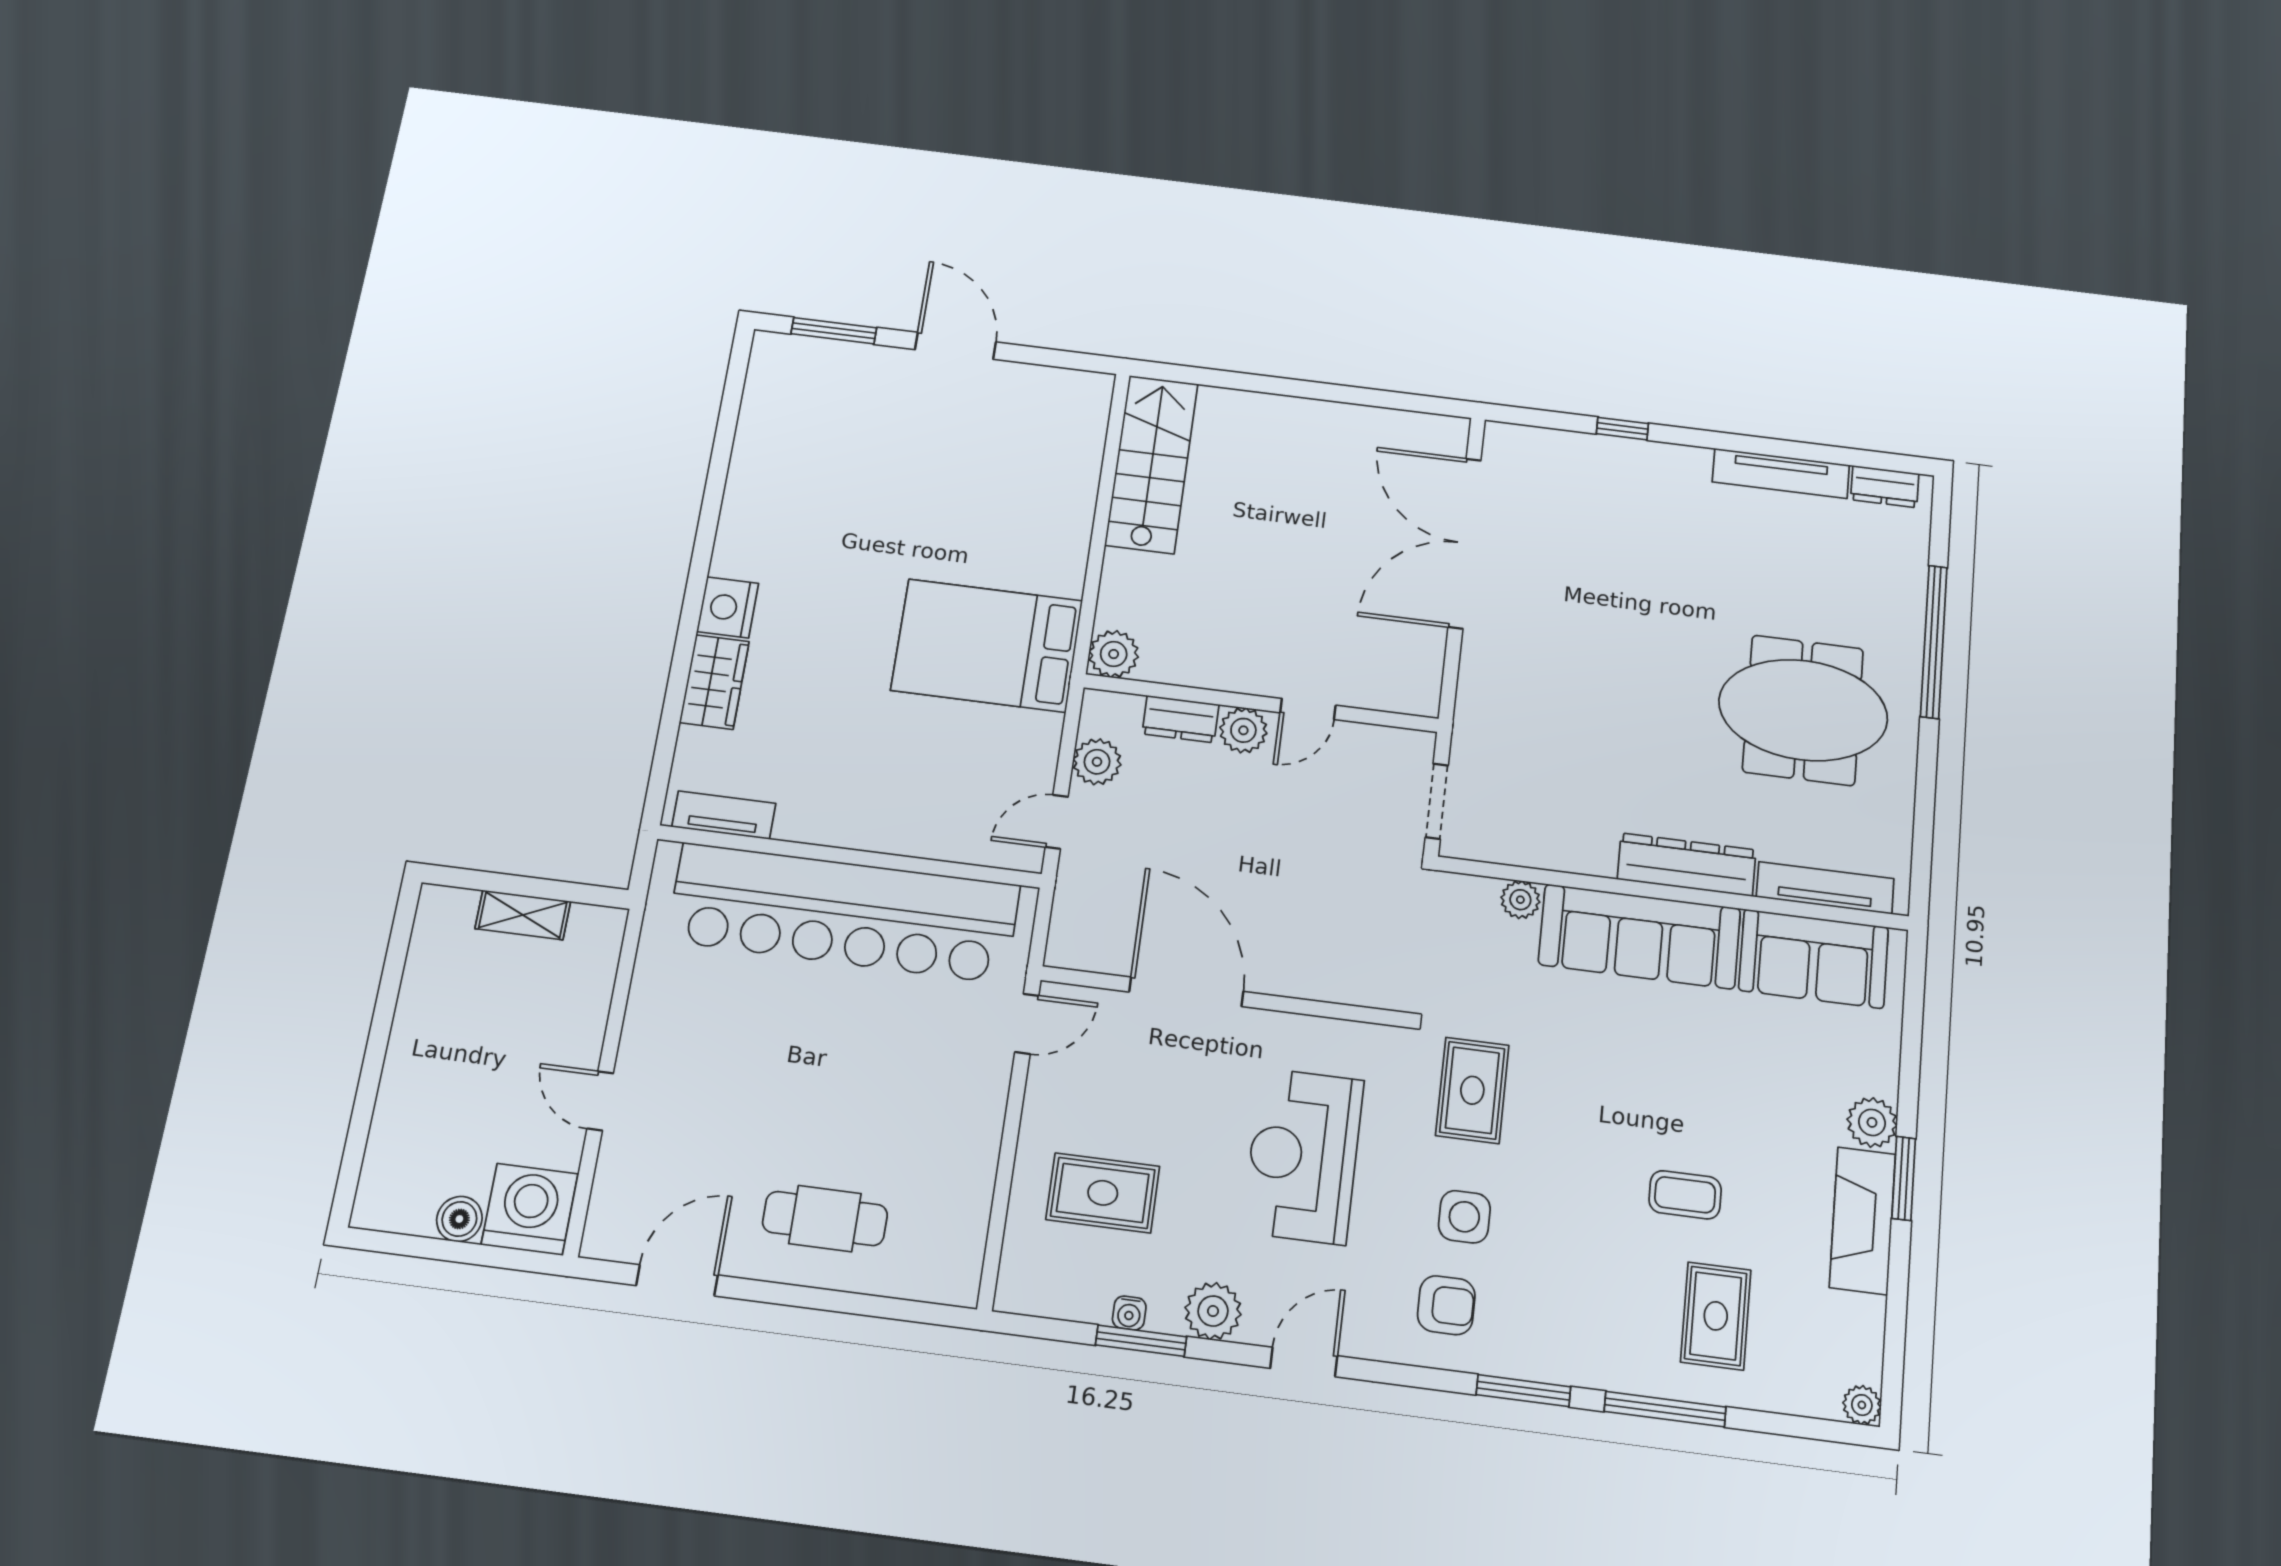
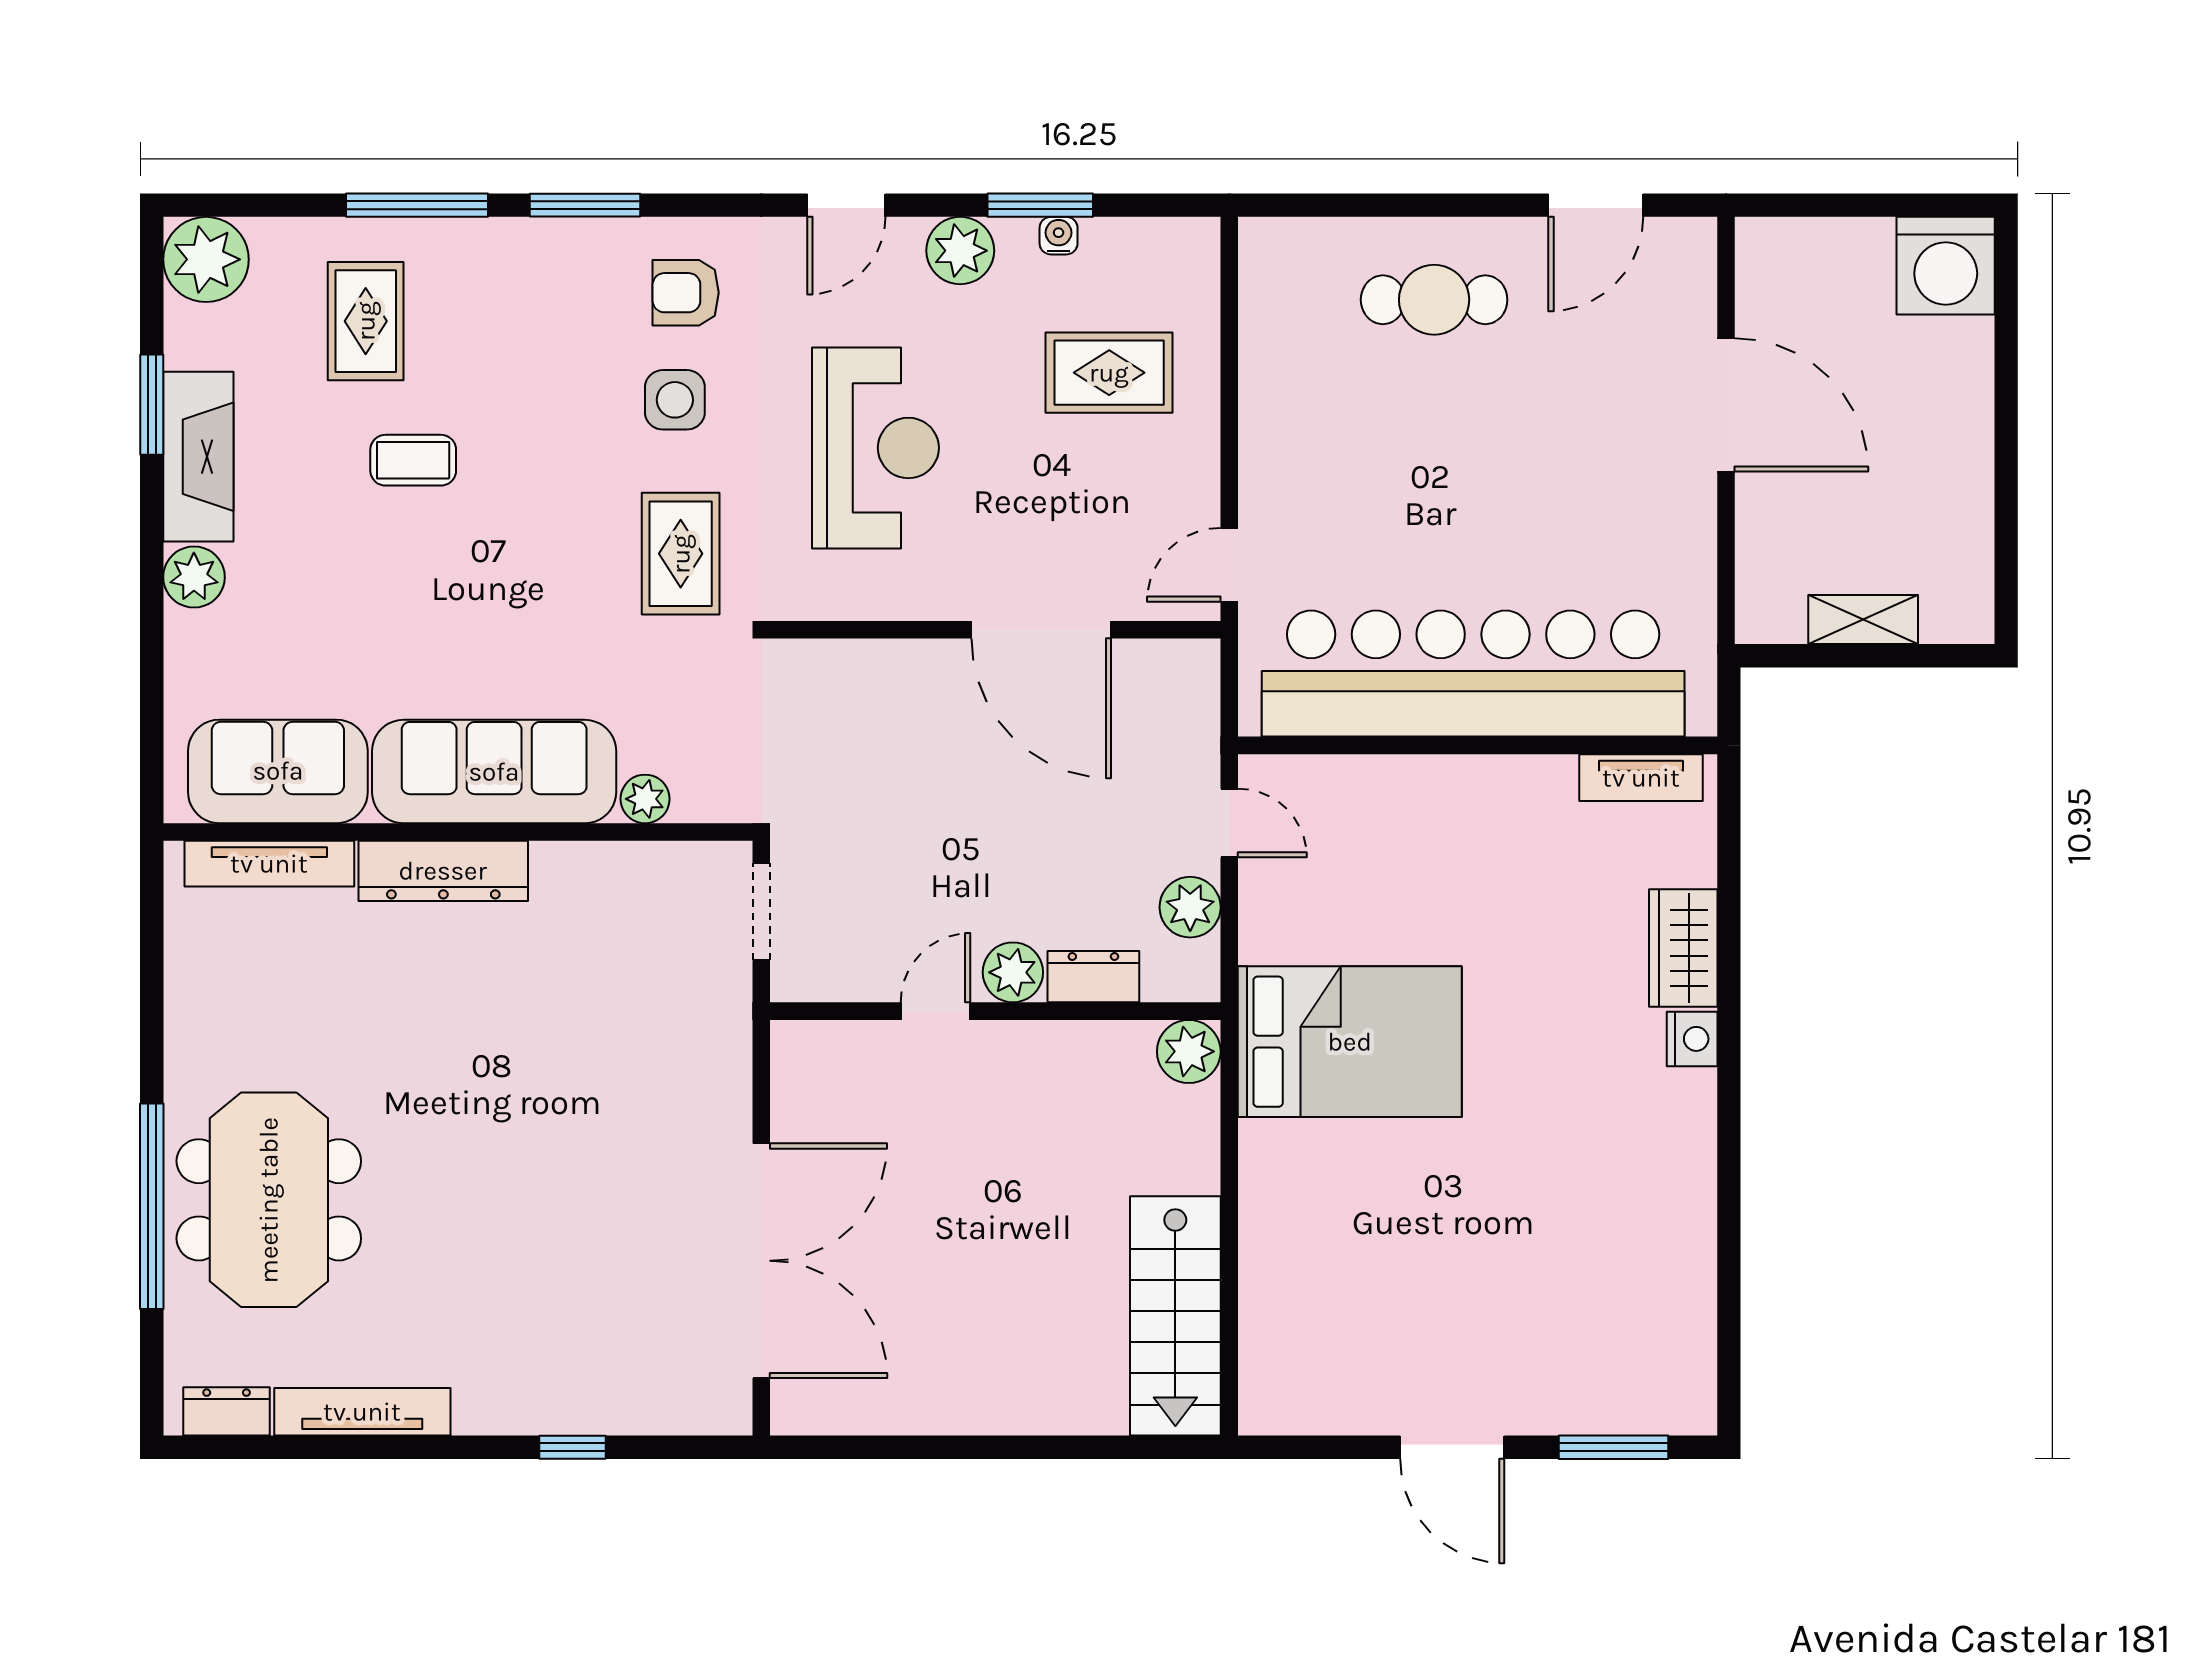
nightstand: (728, 607) -> (1692, 1039), width x0.74, depth x0.75
meeting table: (1803, 710) -> (269, 1200), moved, turned 90
door: (1057, 822) -> (1229, 823), hinge flipped
door: (600, 1101) -> (1726, 405), width x1.87
window: (1904, 1178) -> (152, 405), moved
washing machine: (530, 1209) -> (1946, 266), moved
boiler: (459, 1219) -> (1865, 244), removed
plant: (1862, 1405) -> (206, 259), width x1.88, depth x1.88

